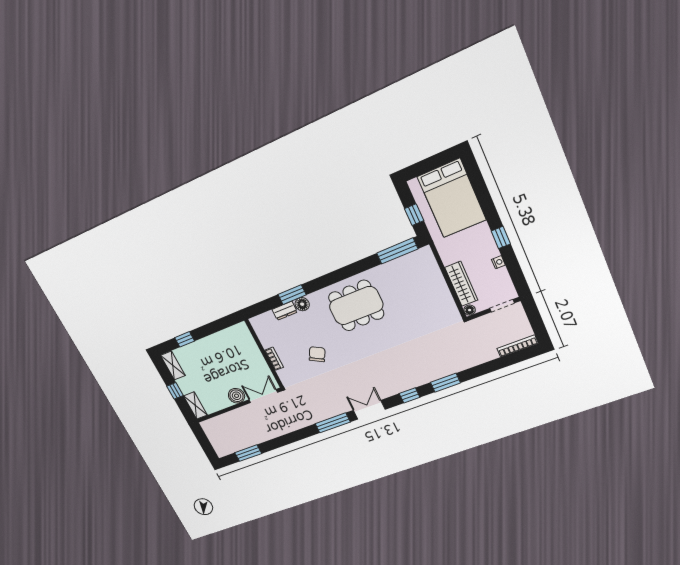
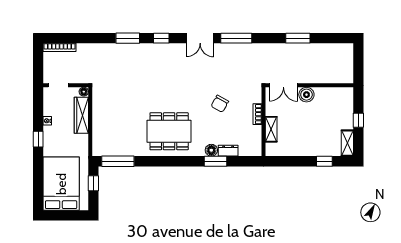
shelving: (195, 406) -> (271, 129), moved
window: (248, 453) -> (298, 38), moved

